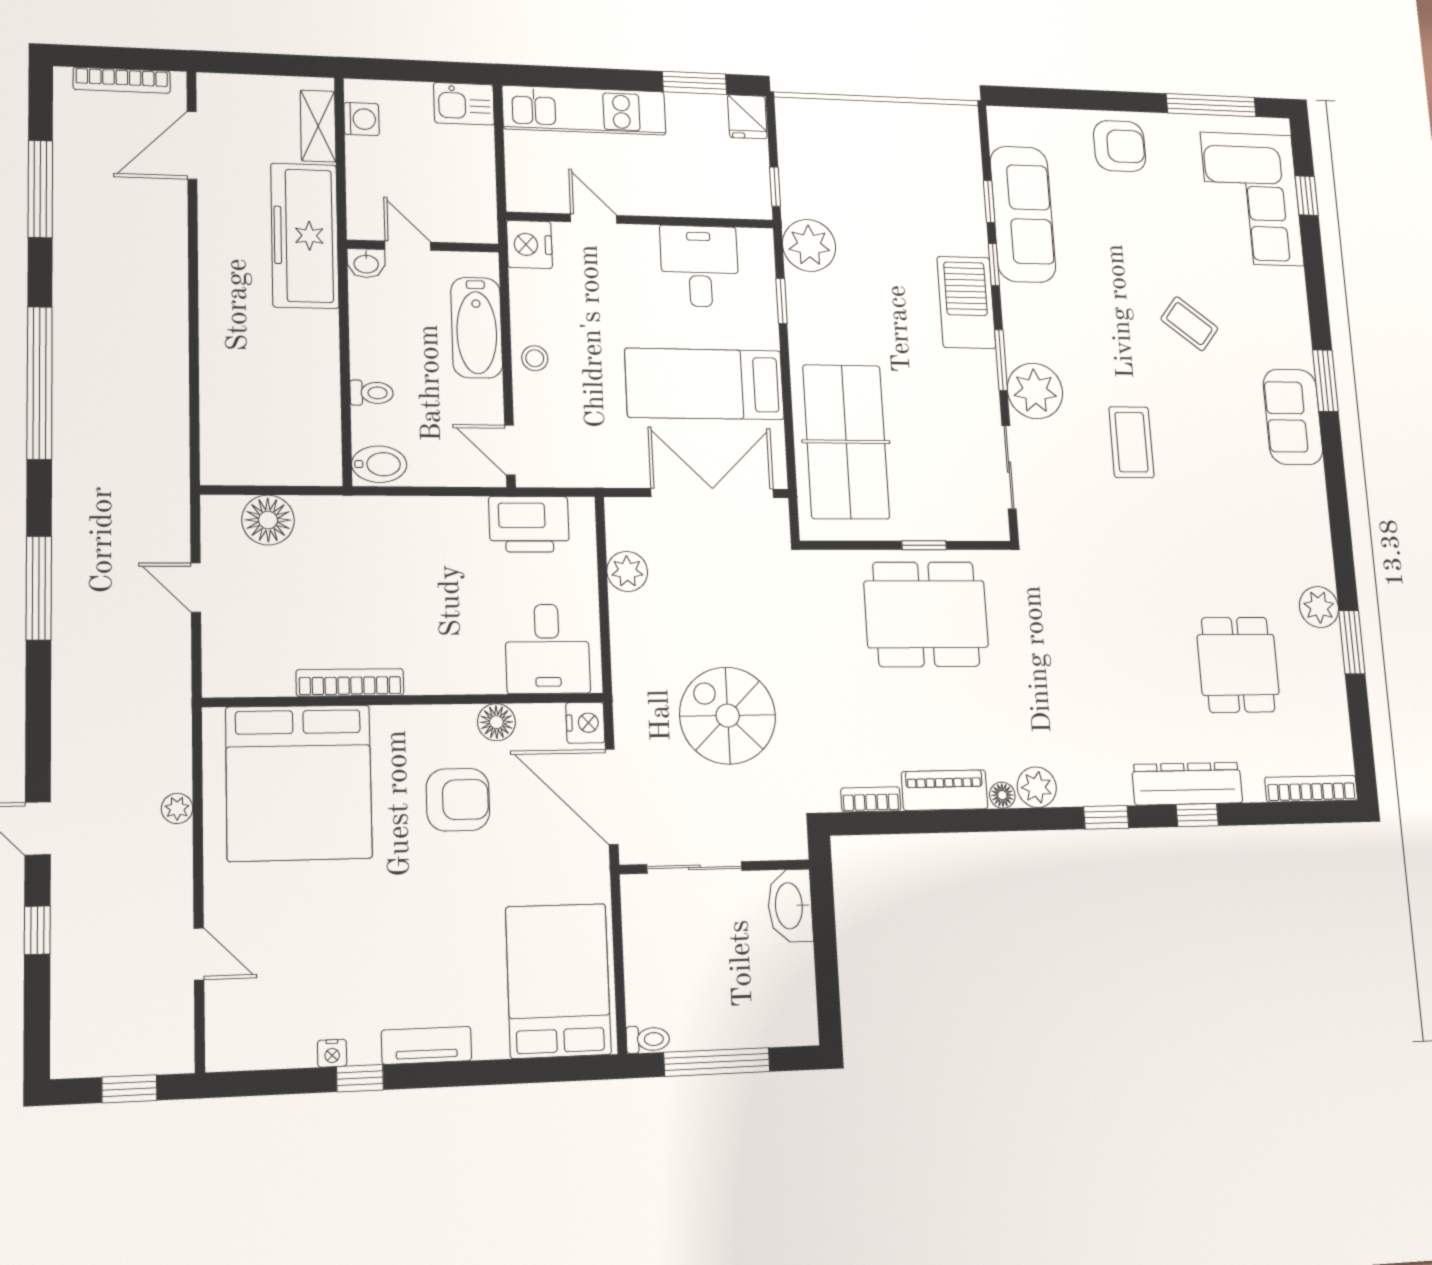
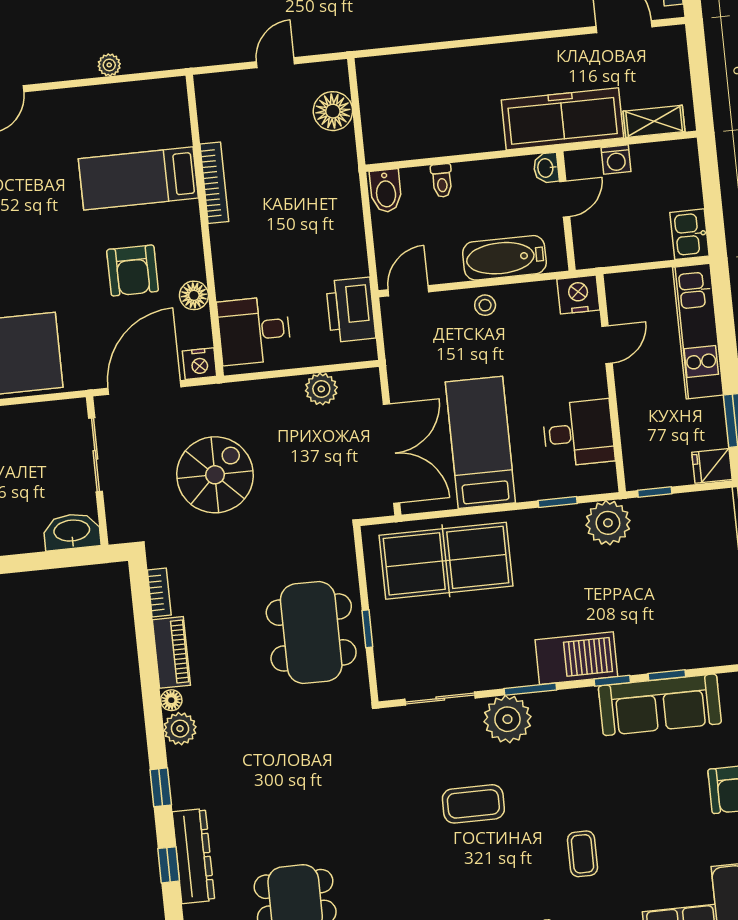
washing machine: (362, 119) -> (616, 160), moved
coffee table: (1189, 324) -> (582, 854), turned -38
bed: (299, 783) -> (138, 178), width x0.49

